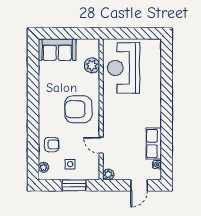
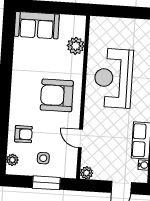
reception desk: (124, 68) -> (113, 78), moved

